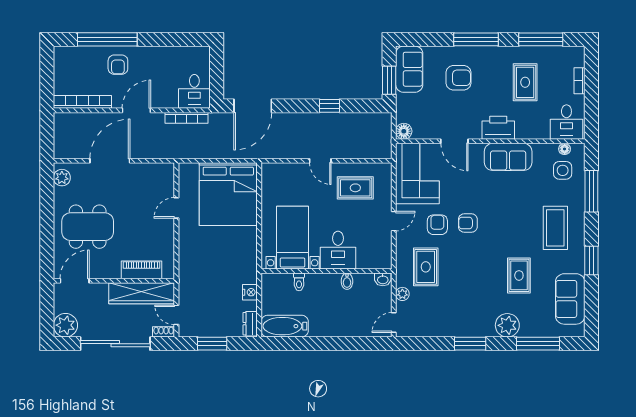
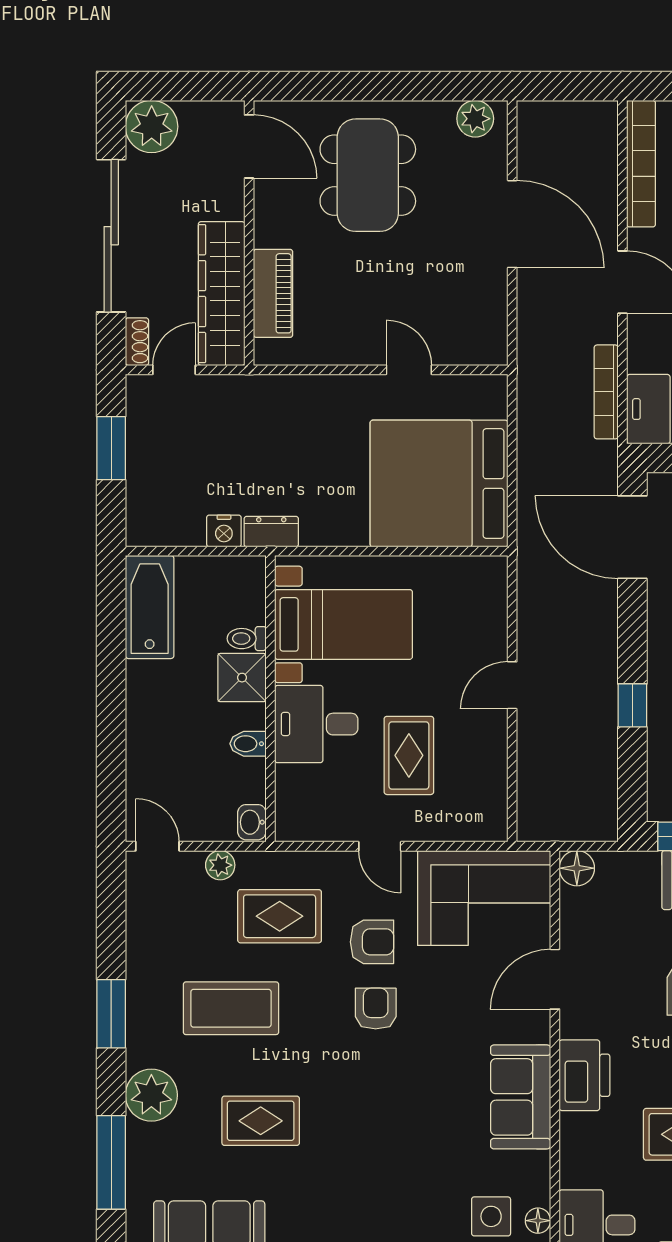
rug: (355, 188) -> (409, 755), moved
coffee table: (555, 228) -> (231, 1008), moved
shower: (317, 284) -> (242, 678), added
dresser: (250, 324) -> (271, 532), moved

